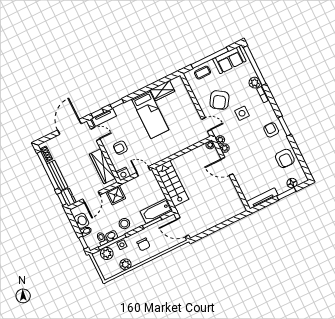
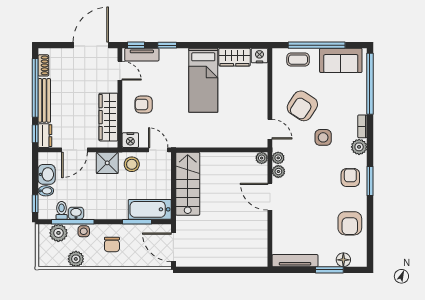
nightstand: (177, 82) -> (259, 56), added
plant: (255, 83) -> (359, 147), moved
stool: (124, 224) -> (132, 164), moved

